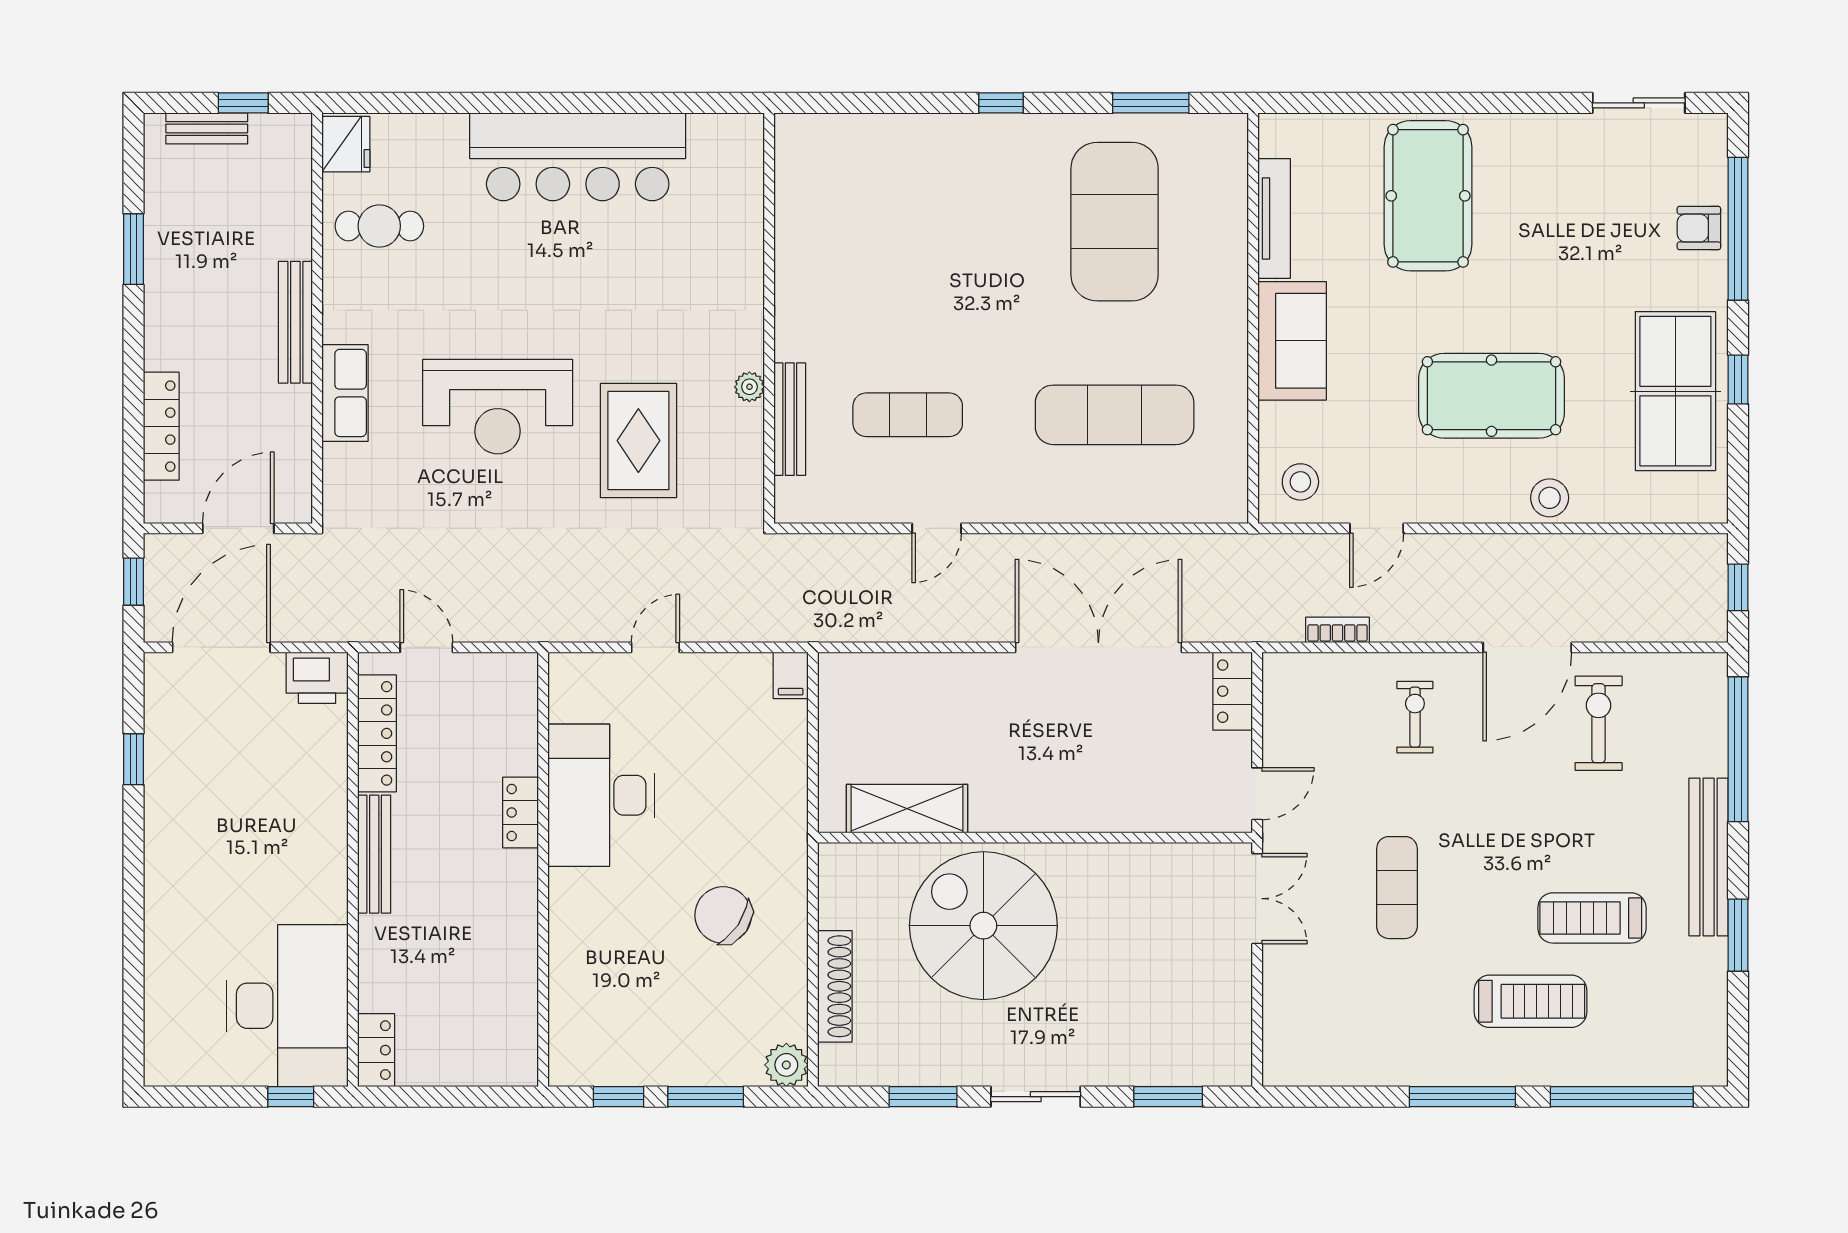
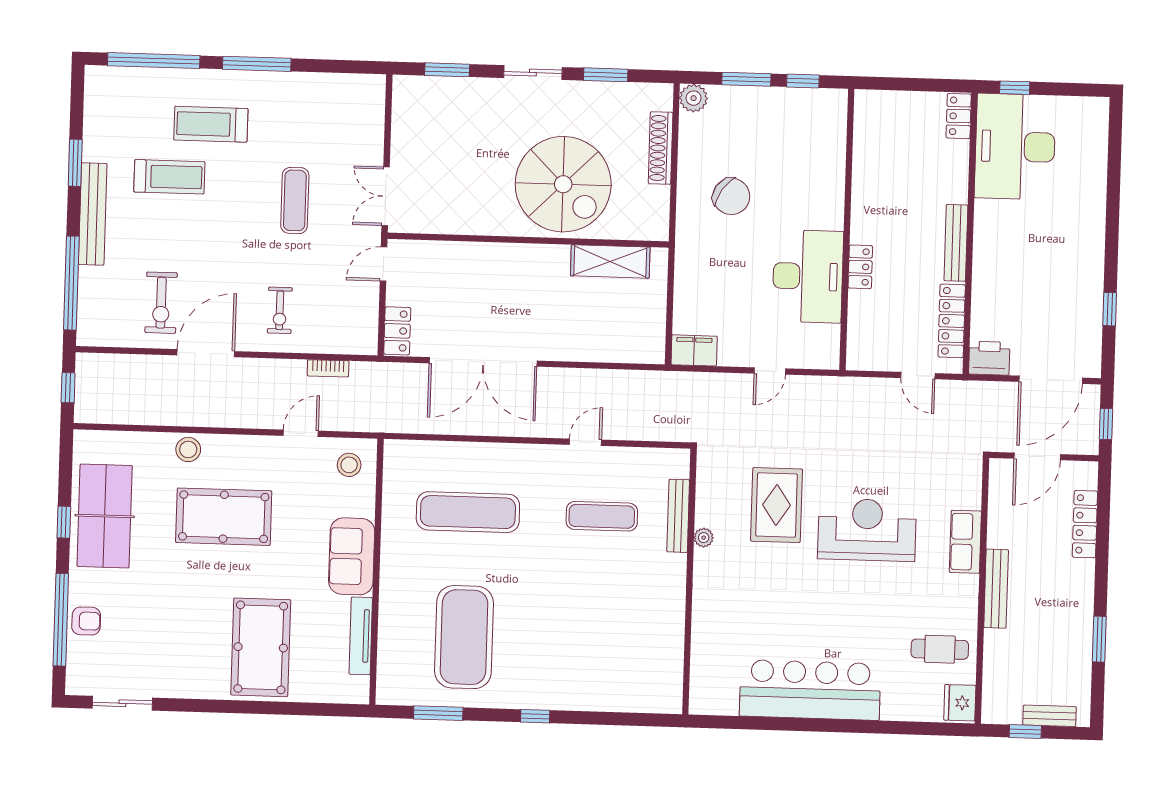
filing cabinet: (791, 675) -> (694, 350), width x2.00

